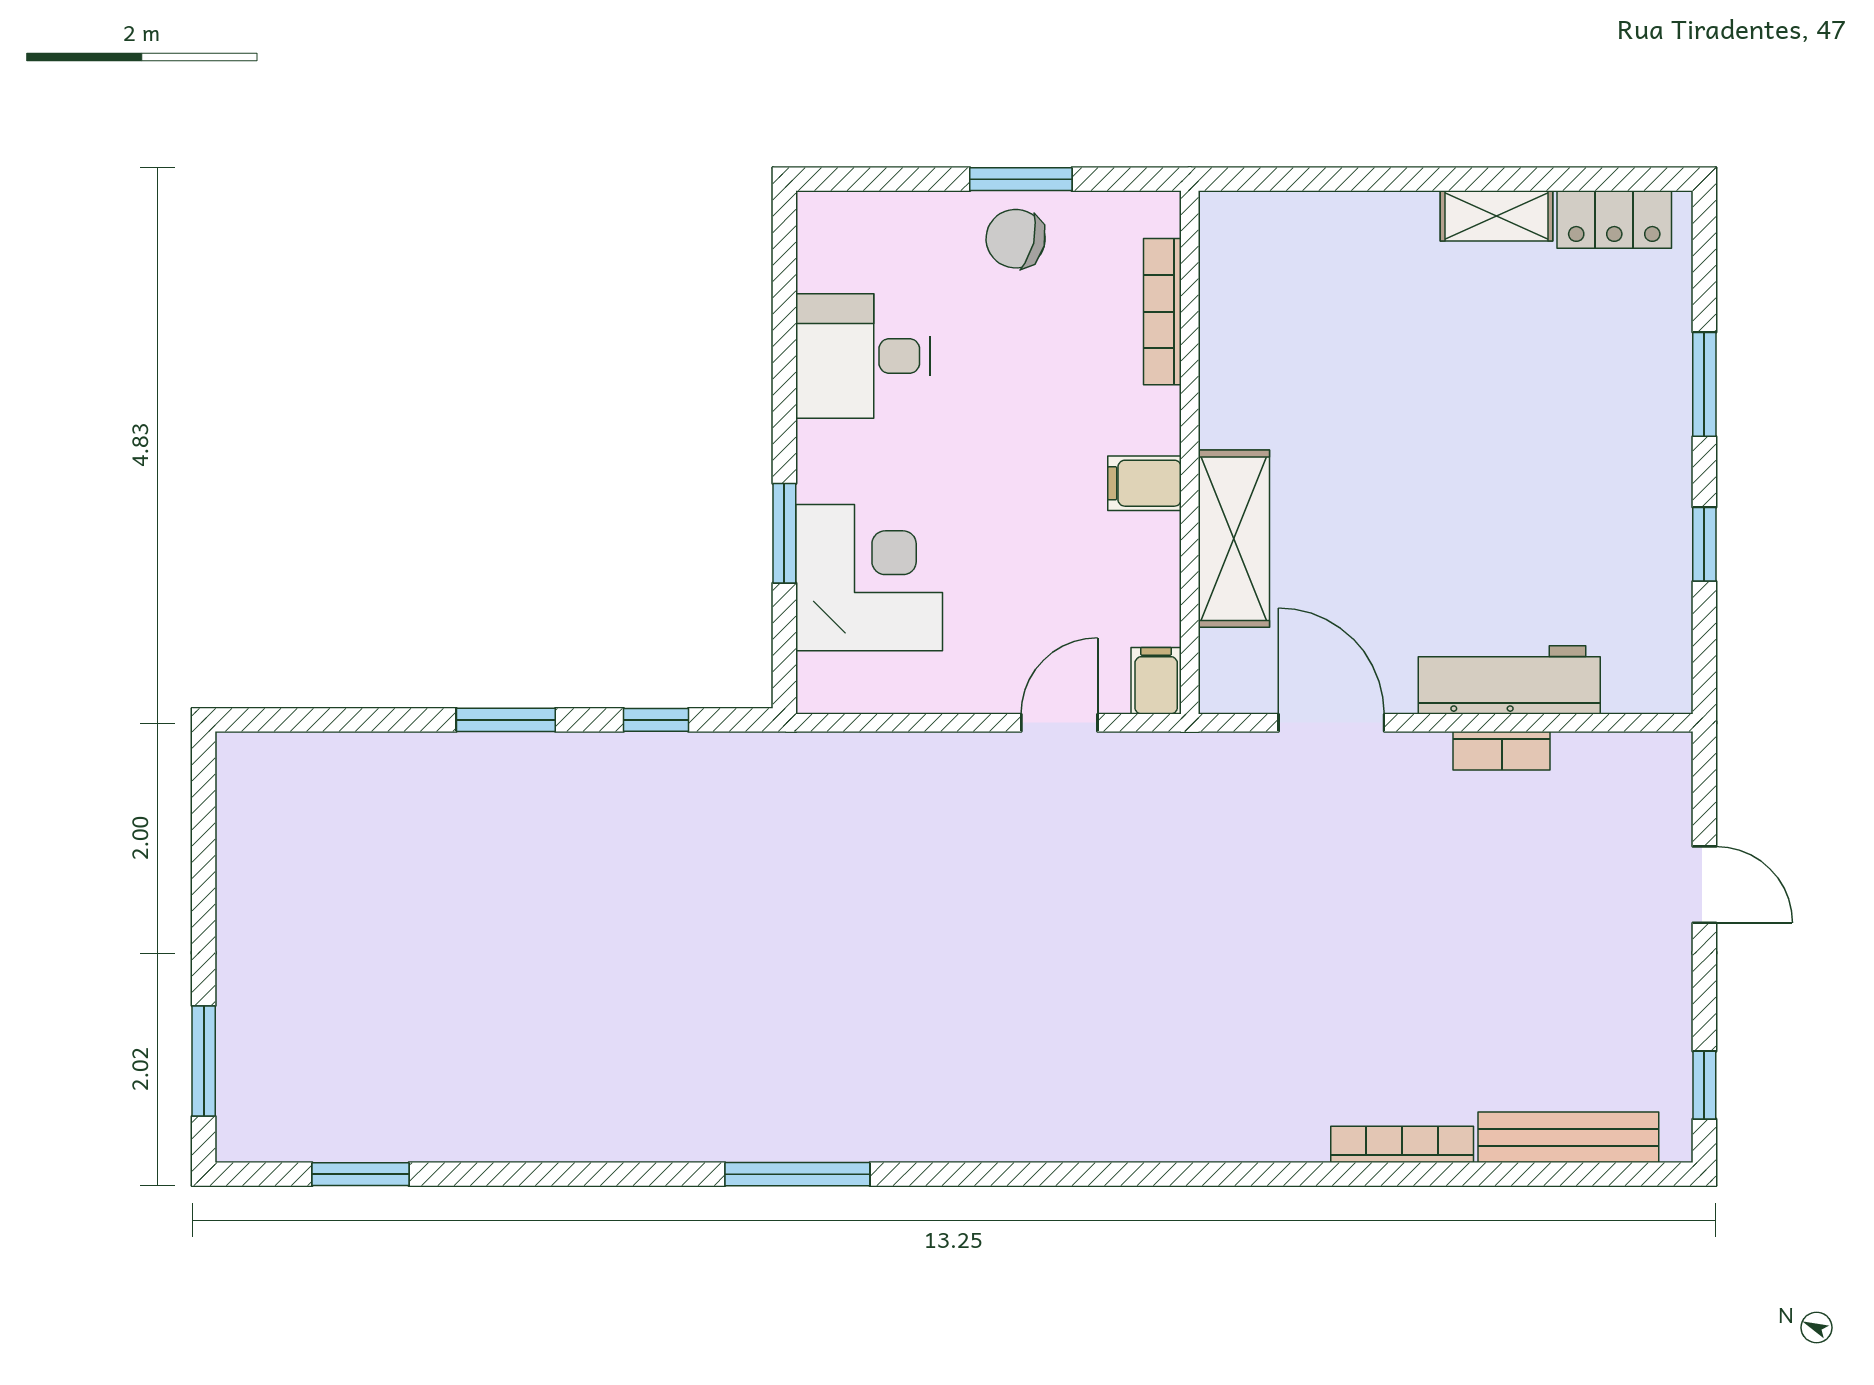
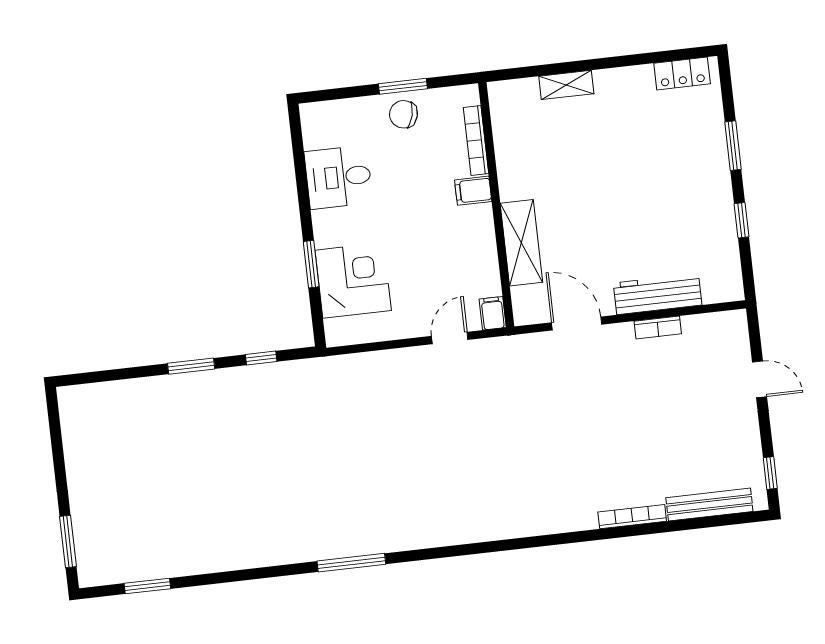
shelving: (1497, 216) -> (566, 85), moved
filing cabinet: (1144, 483) -> (473, 191), moved

